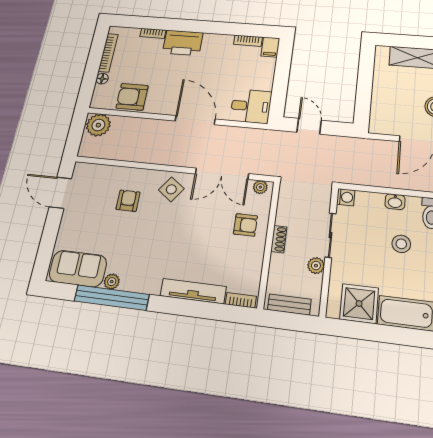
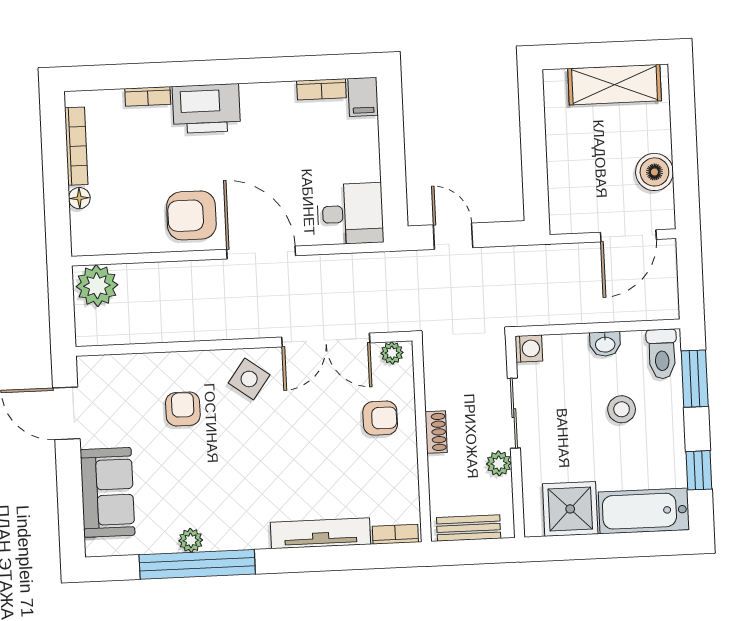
armchair: (132, 97) -> (191, 215), moved
sofa: (78, 269) -> (107, 492), moved, turned 90

